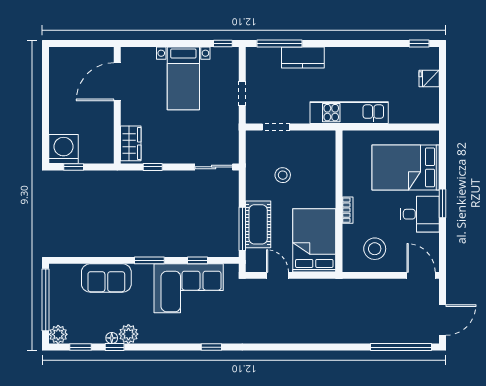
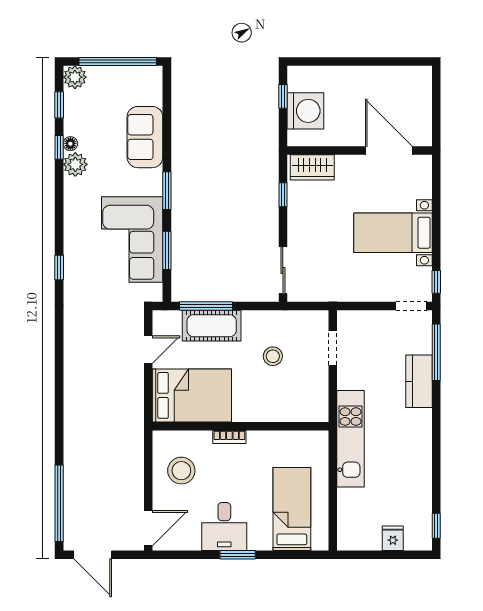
doorway: (242, 93) -> (411, 306), moved
washing machine: (64, 149) -> (305, 111), moved
bed: (406, 167) -> (292, 509), width x0.67
window: (198, 260) -> (167, 250), width x1.50

